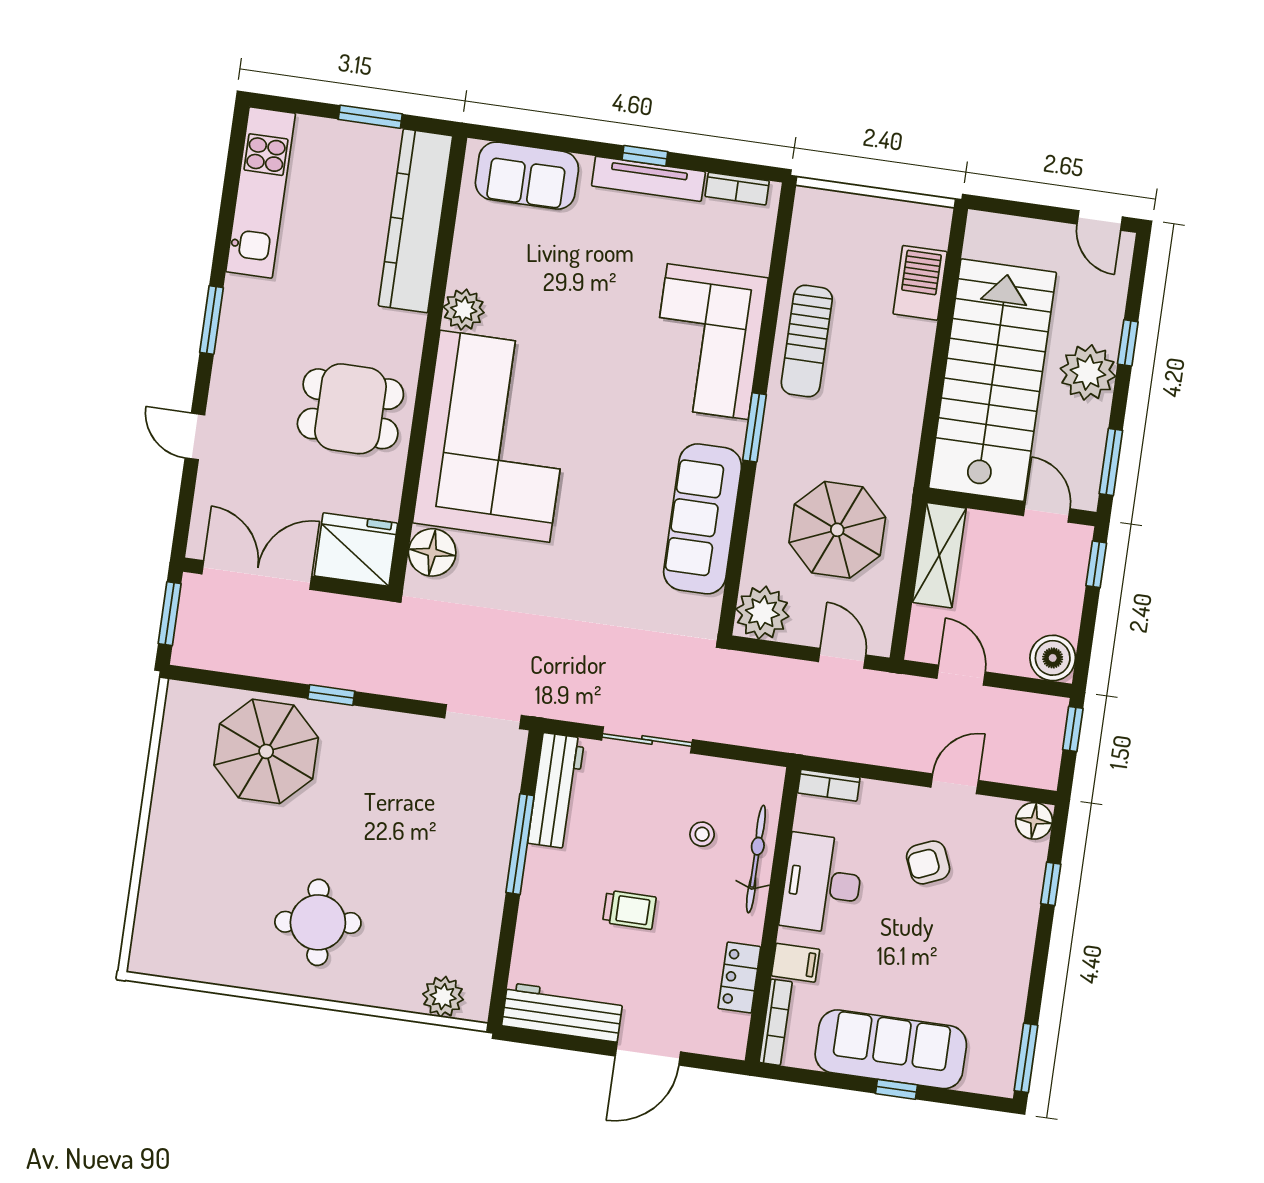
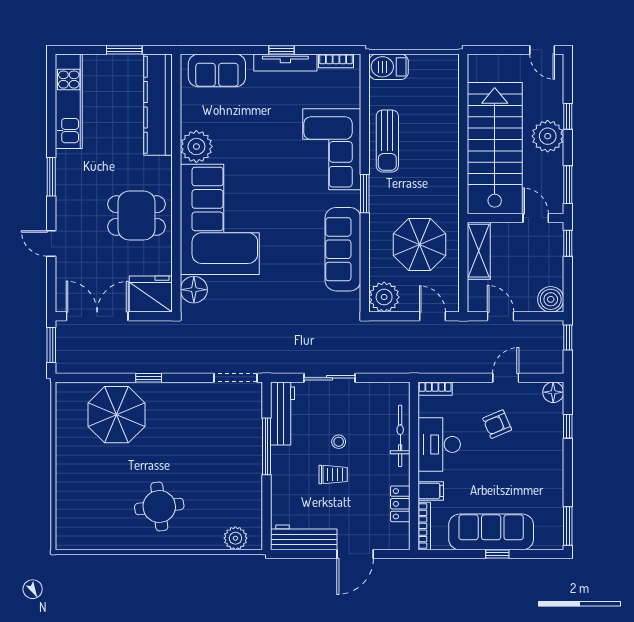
barbecue: (920, 283) -> (389, 67), moved, turned -90
plant: (464, 310) -> (196, 146), width x1.36, depth x1.36
stool: (702, 834) -> (339, 442), moved

